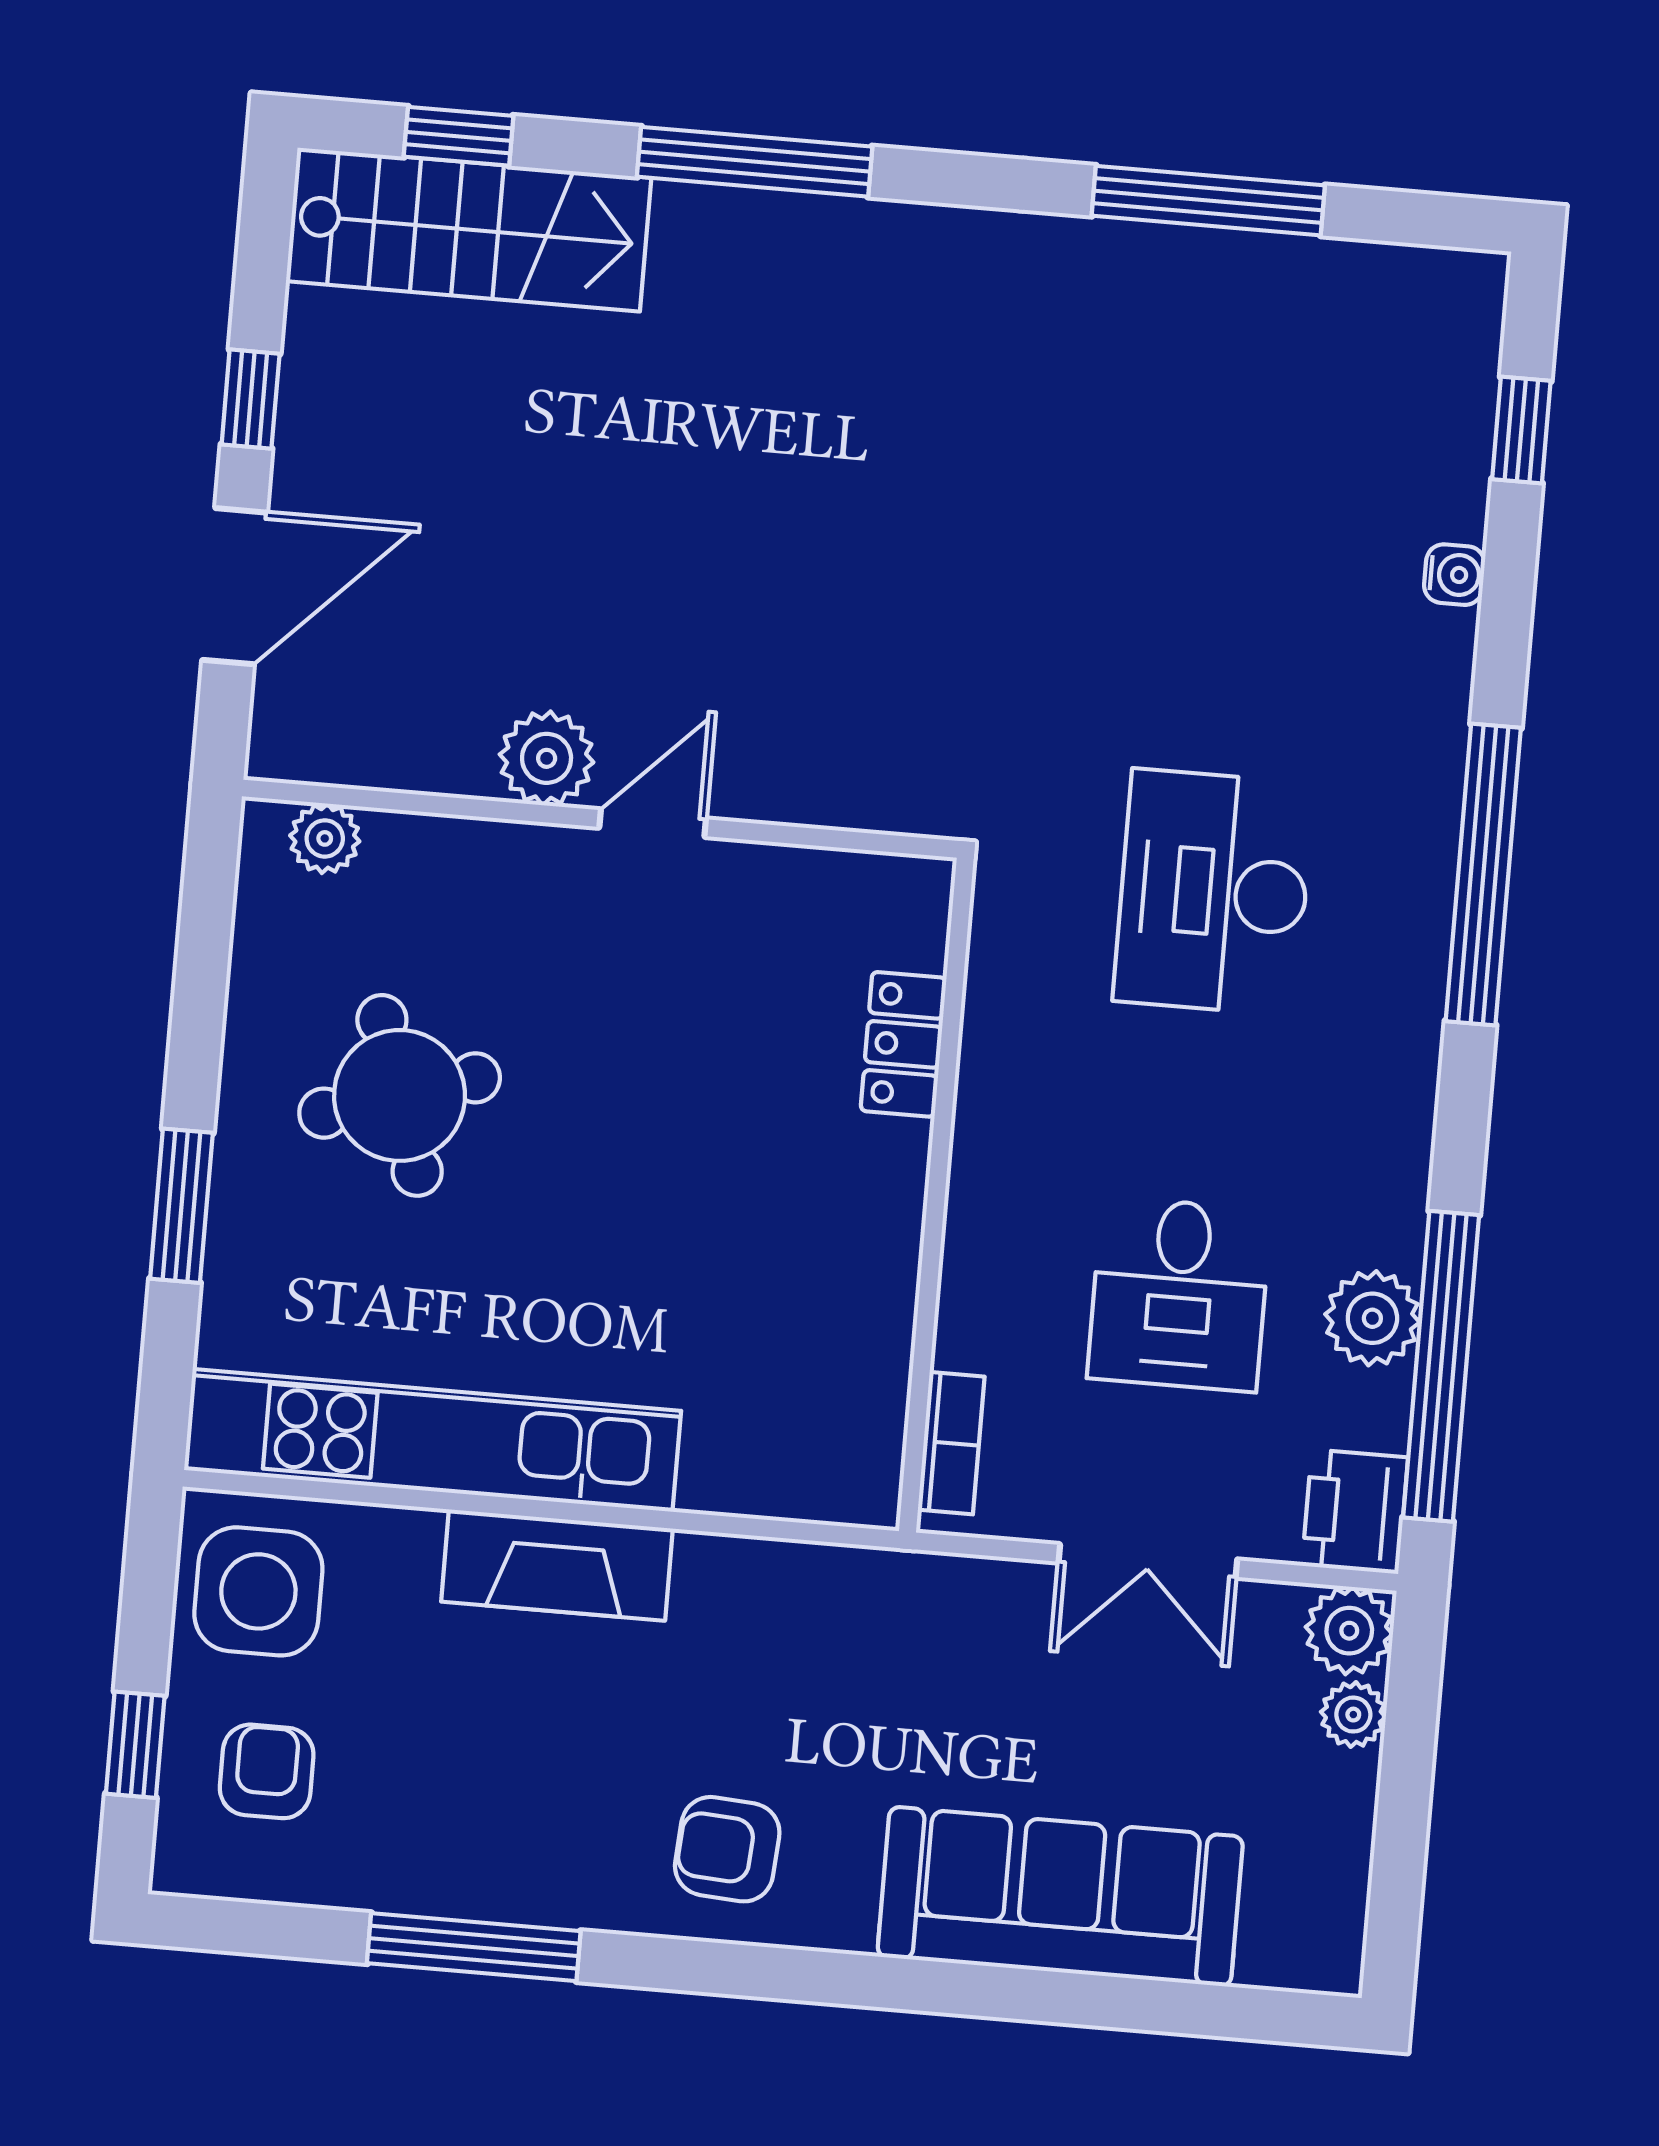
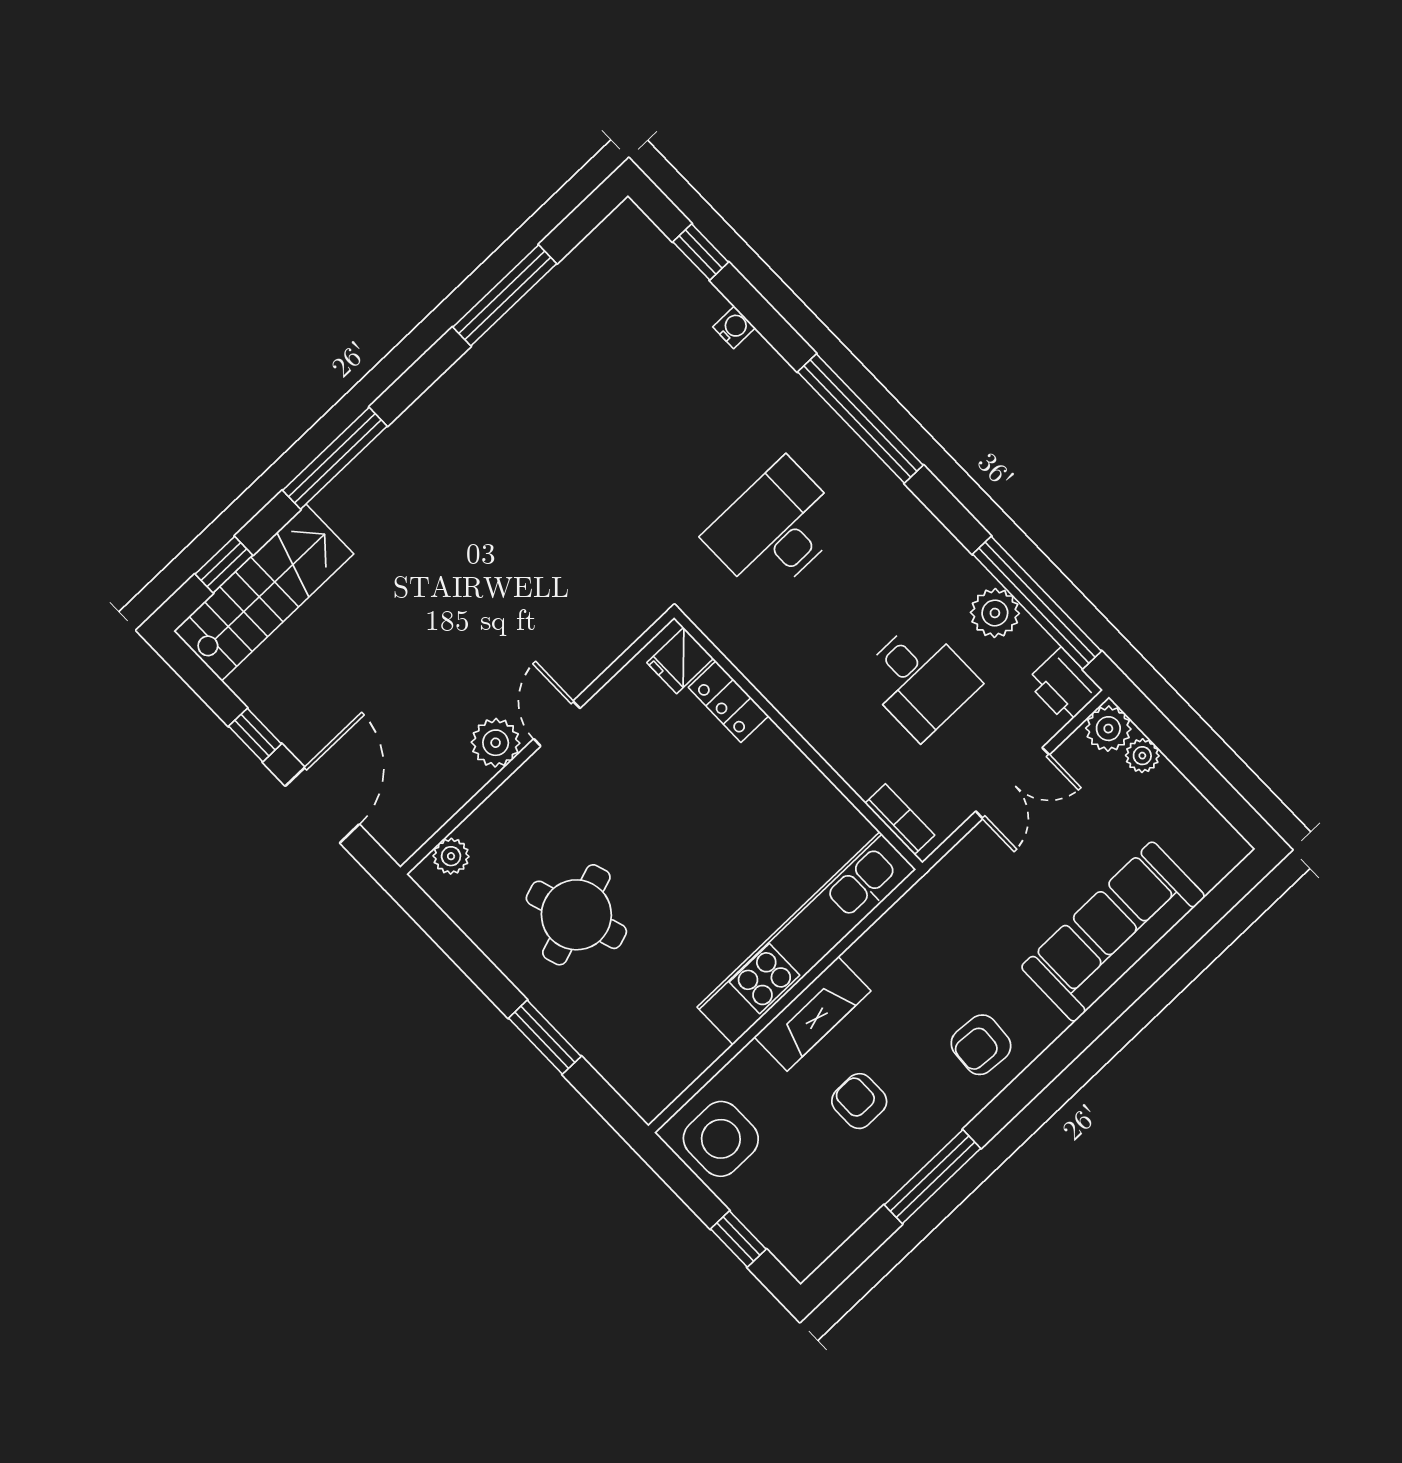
desk: (1214, 892) -> (775, 529), turned 90
fridge: (902, 922) -> (680, 660), added
kitchen unit: (433, 1440) -> (807, 938), moved
armchair: (267, 1771) -> (859, 1101), moved

